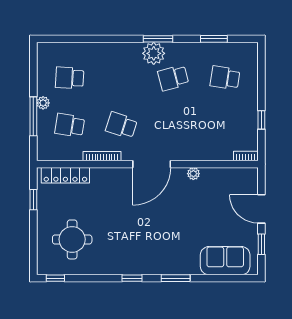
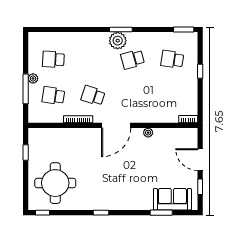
window: (214, 39) -> (184, 30), moved
window: (261, 120) -> (200, 71), moved
locker: (65, 175) -> (50, 134), removed
round table: (72, 239) -> (55, 183), width x1.36, depth x1.36
window: (176, 278) -> (161, 213), moved

